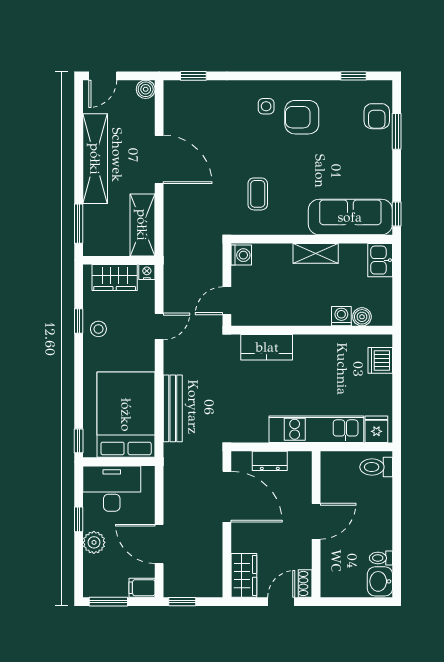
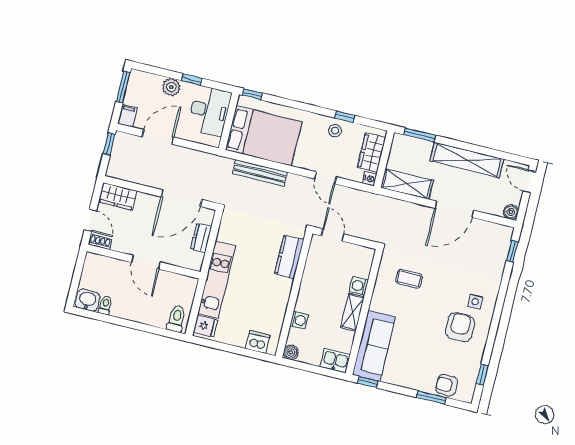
washing machine: (241, 255) -> (359, 286), moved, turned 90
boiler: (362, 317) -> (291, 352), moved

